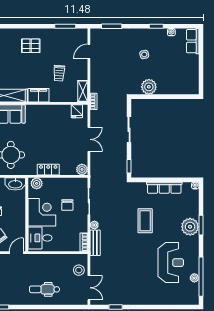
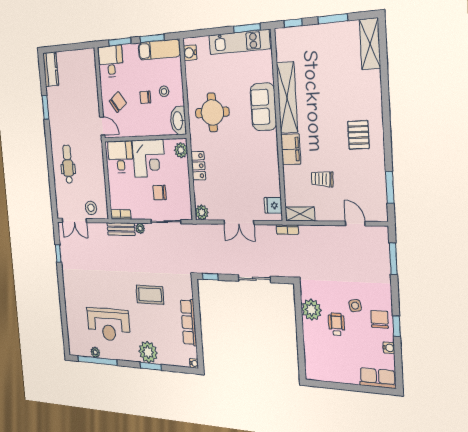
chair: (153, 38) -> (380, 319), added
wheelchair: (158, 69) -> (337, 324), added

